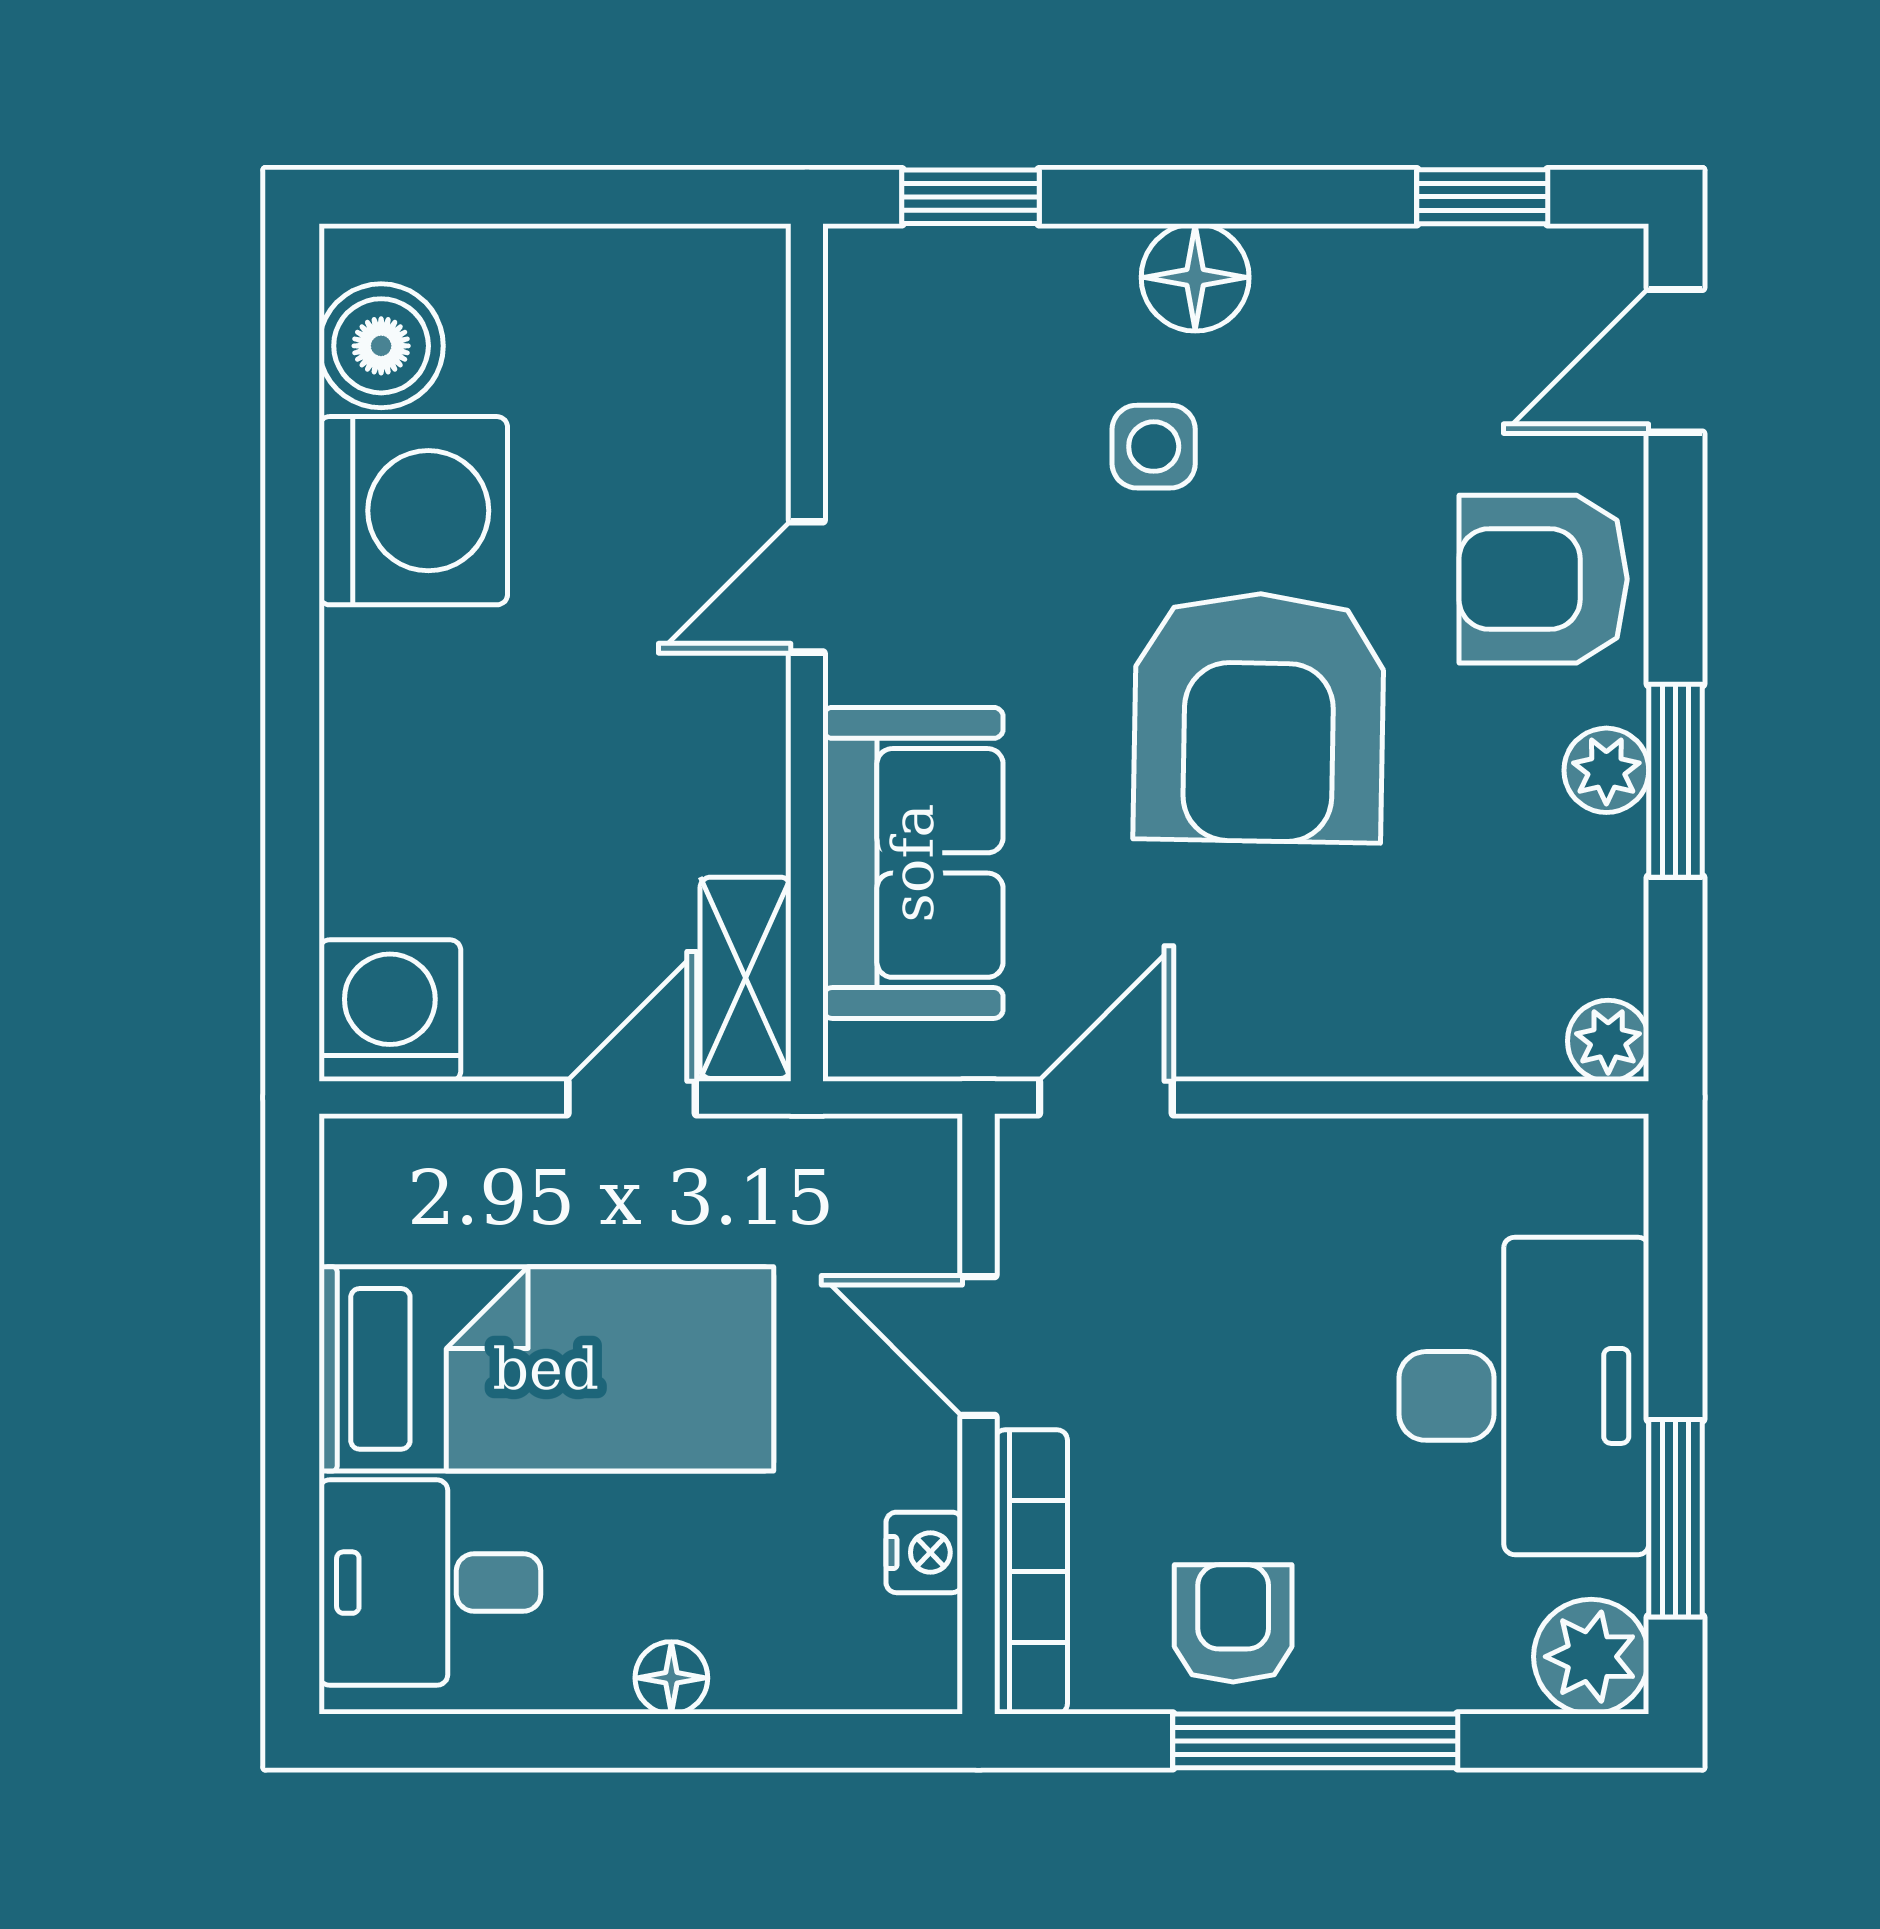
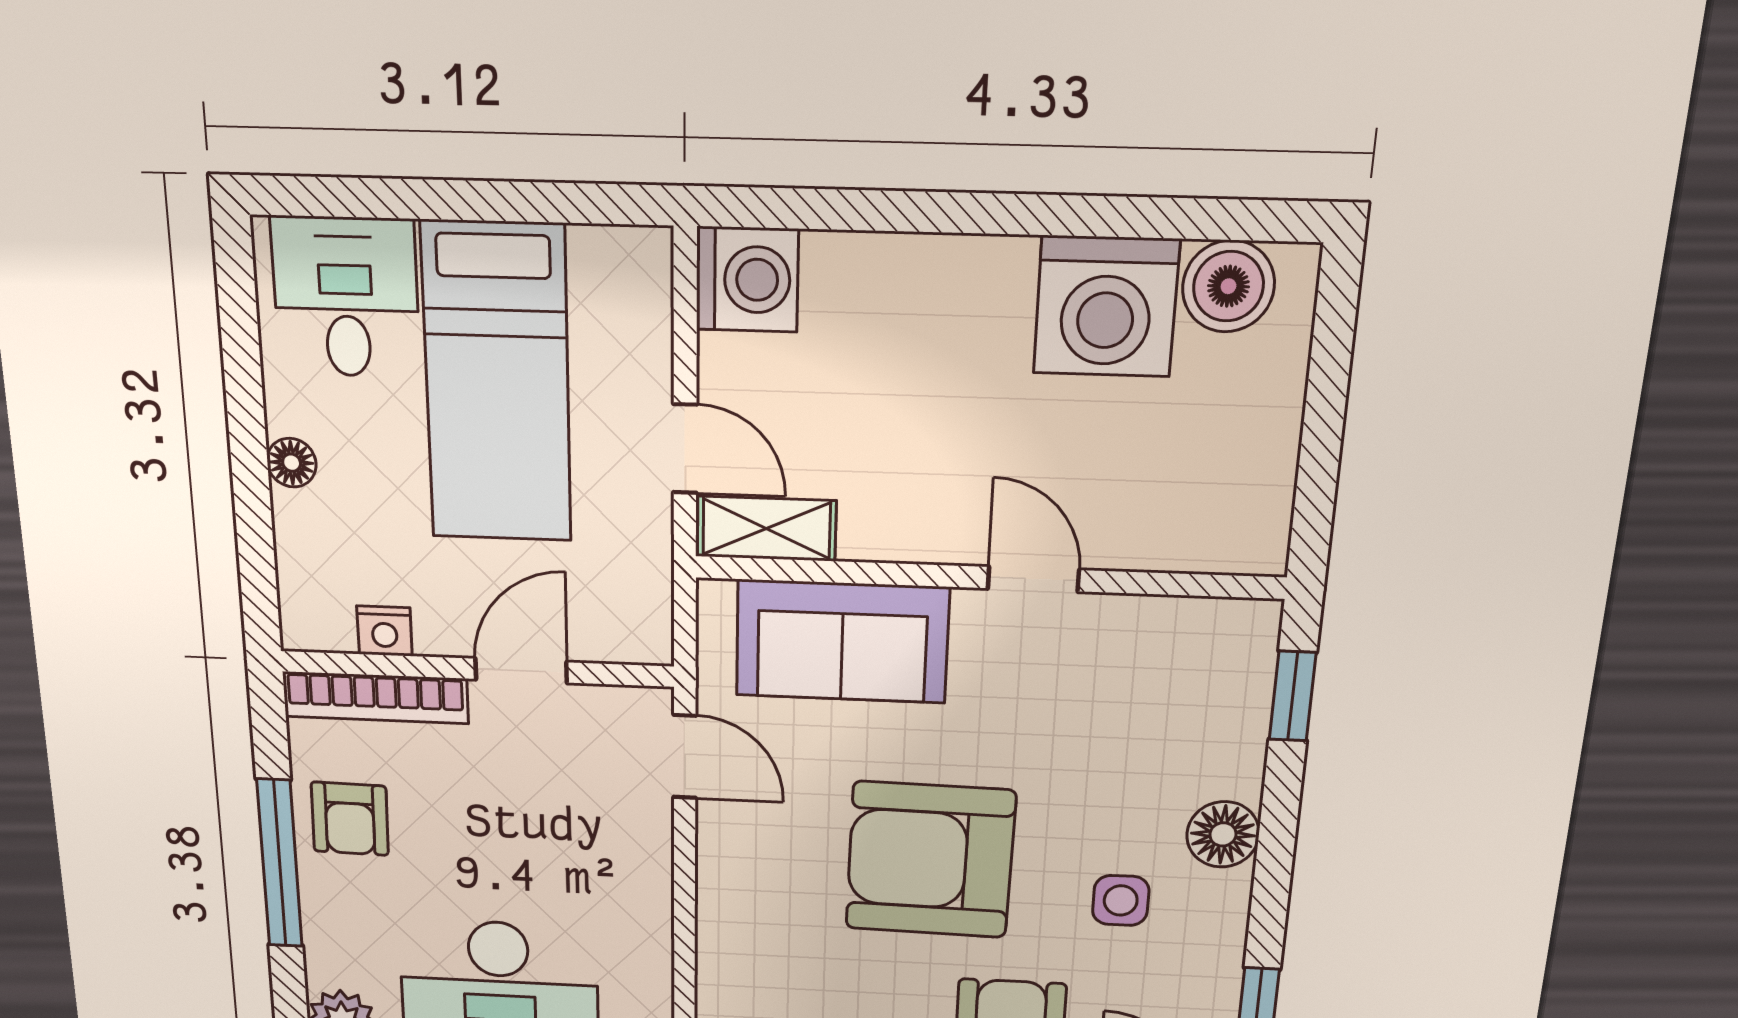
side table: (1154, 447) -> (1121, 900), moved
armchair: (1233, 1623) -> (350, 819), turned 91

